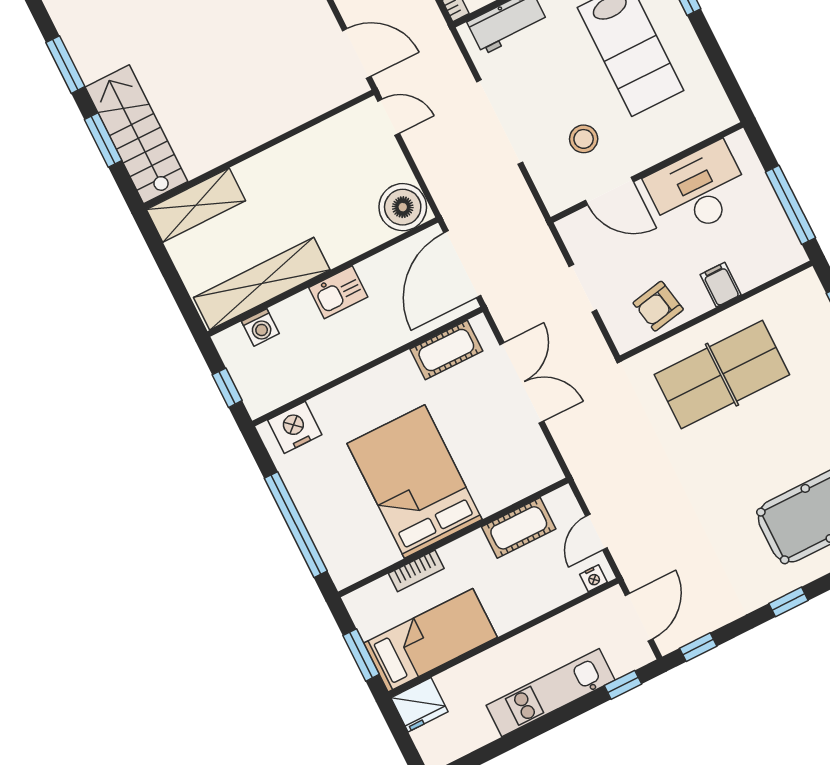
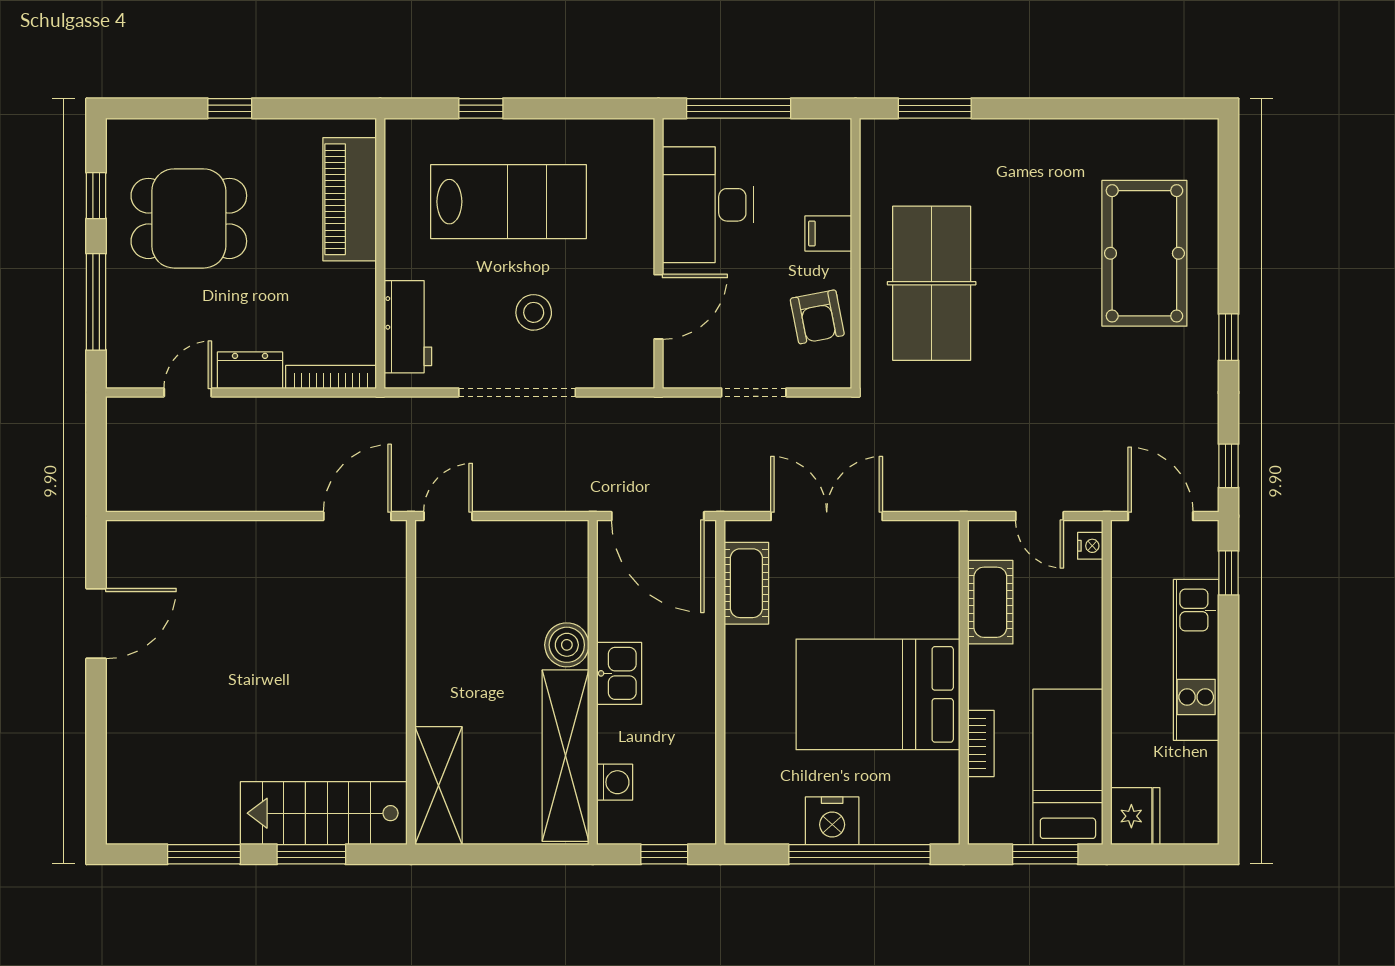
stool: (584, 139) -> (534, 312), moved
window: (790, 205) -> (739, 108), moved
boiler: (403, 207) -> (567, 645), moved, width x0.73, depth x0.73
nightstand: (295, 427) -> (832, 821), moved, turned -90

